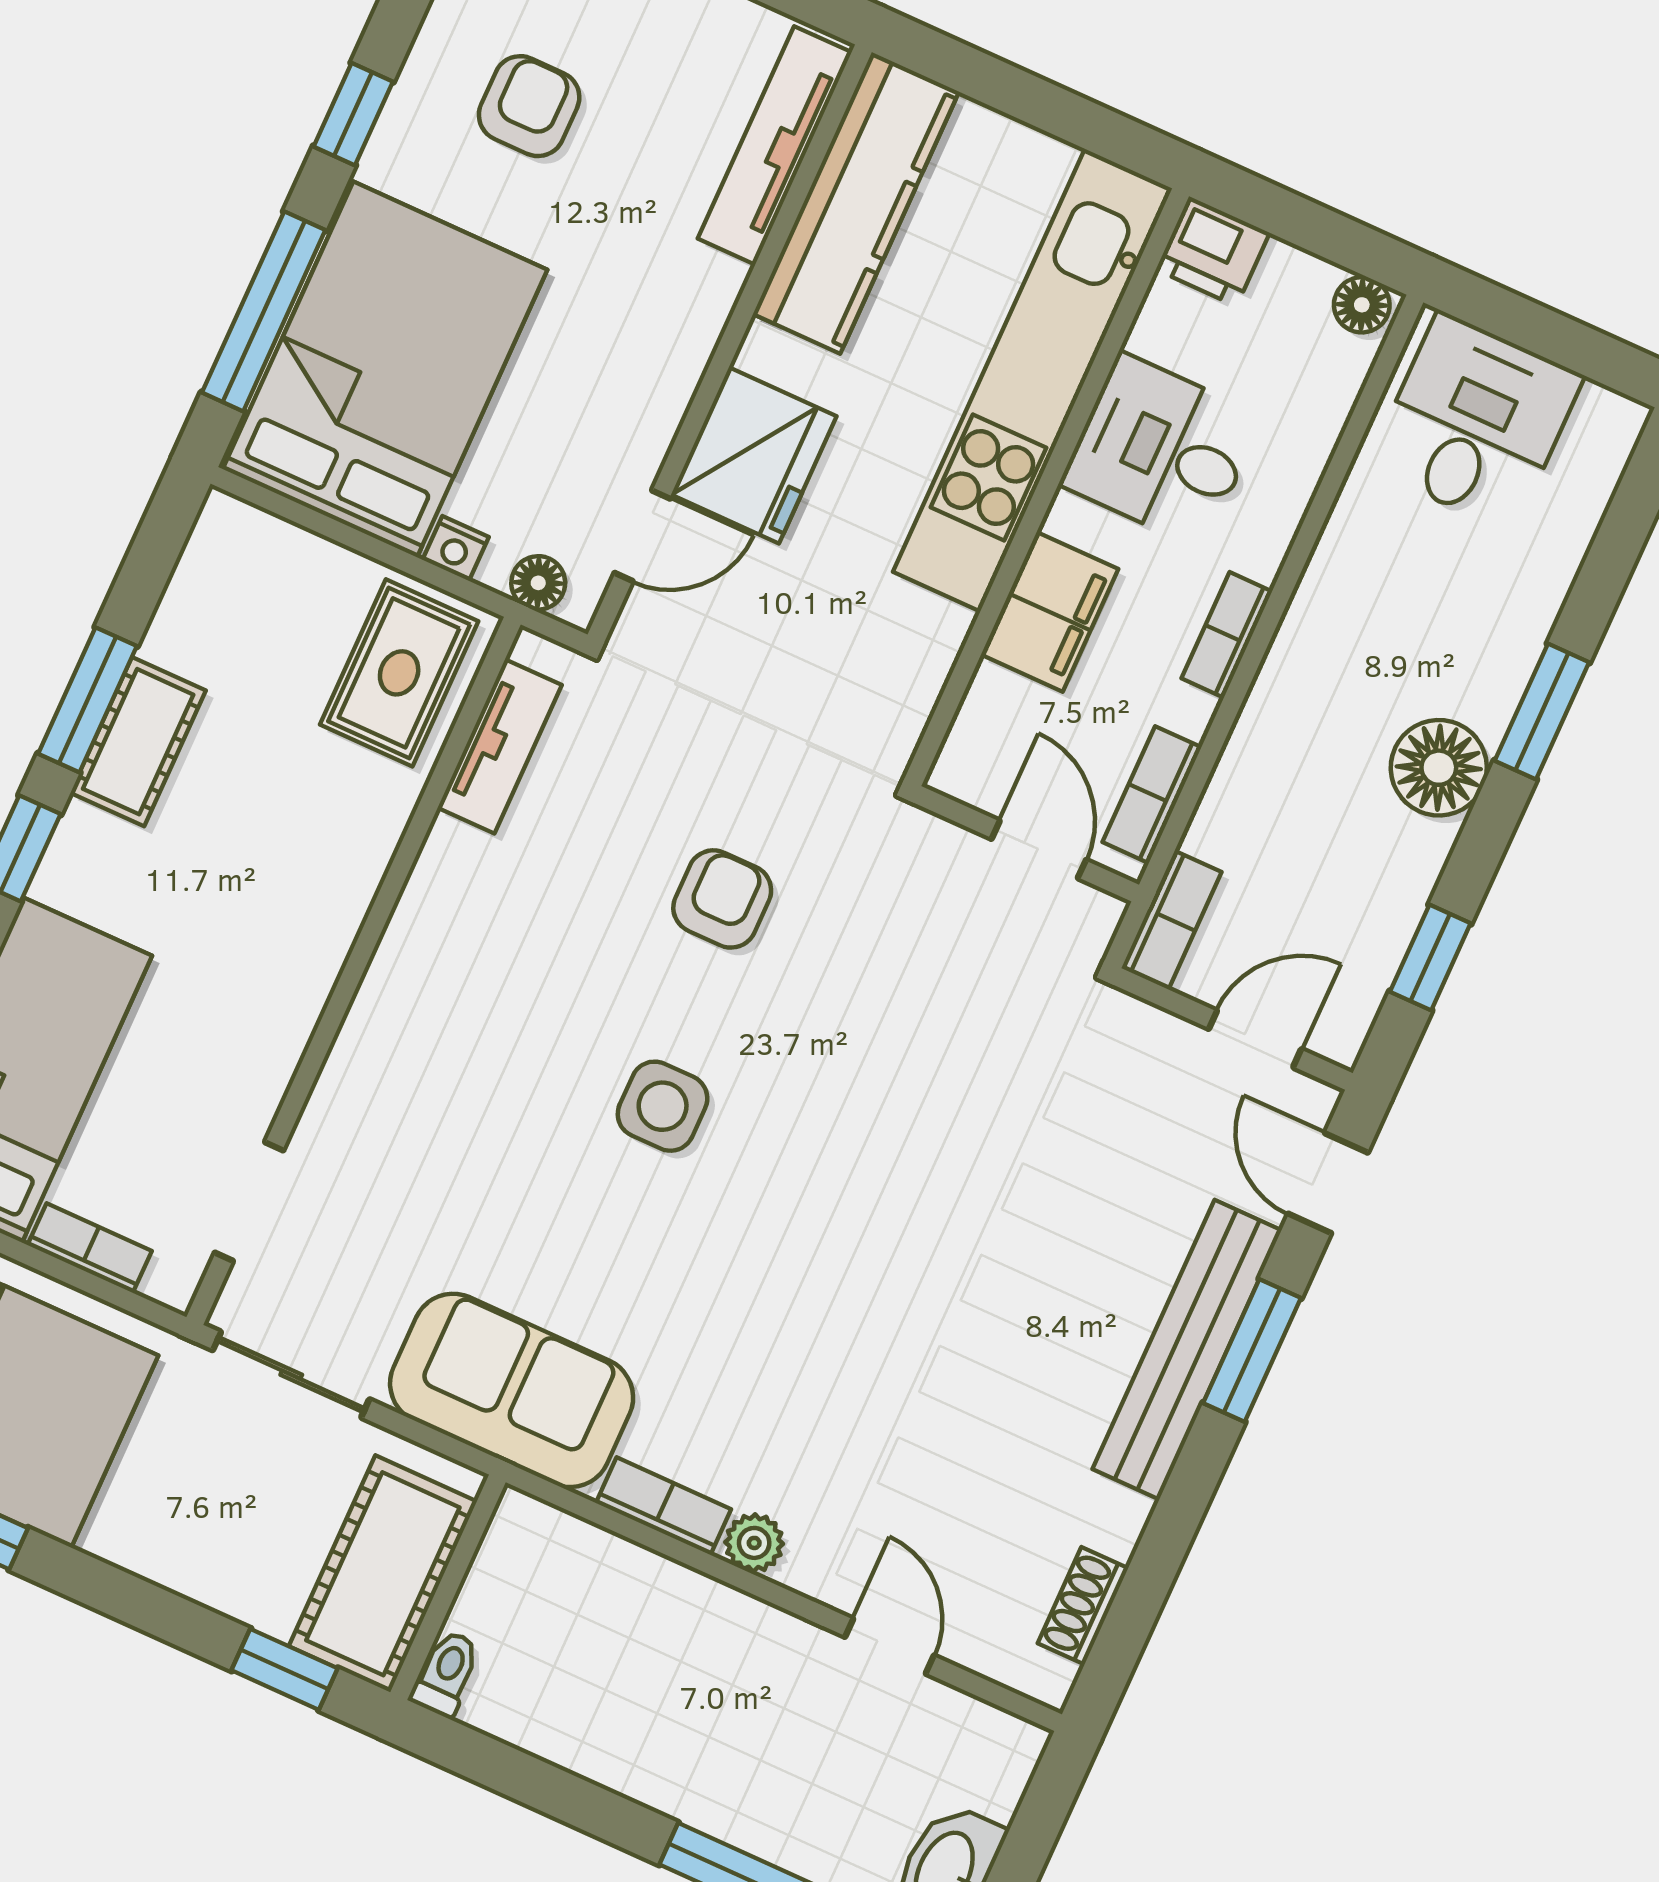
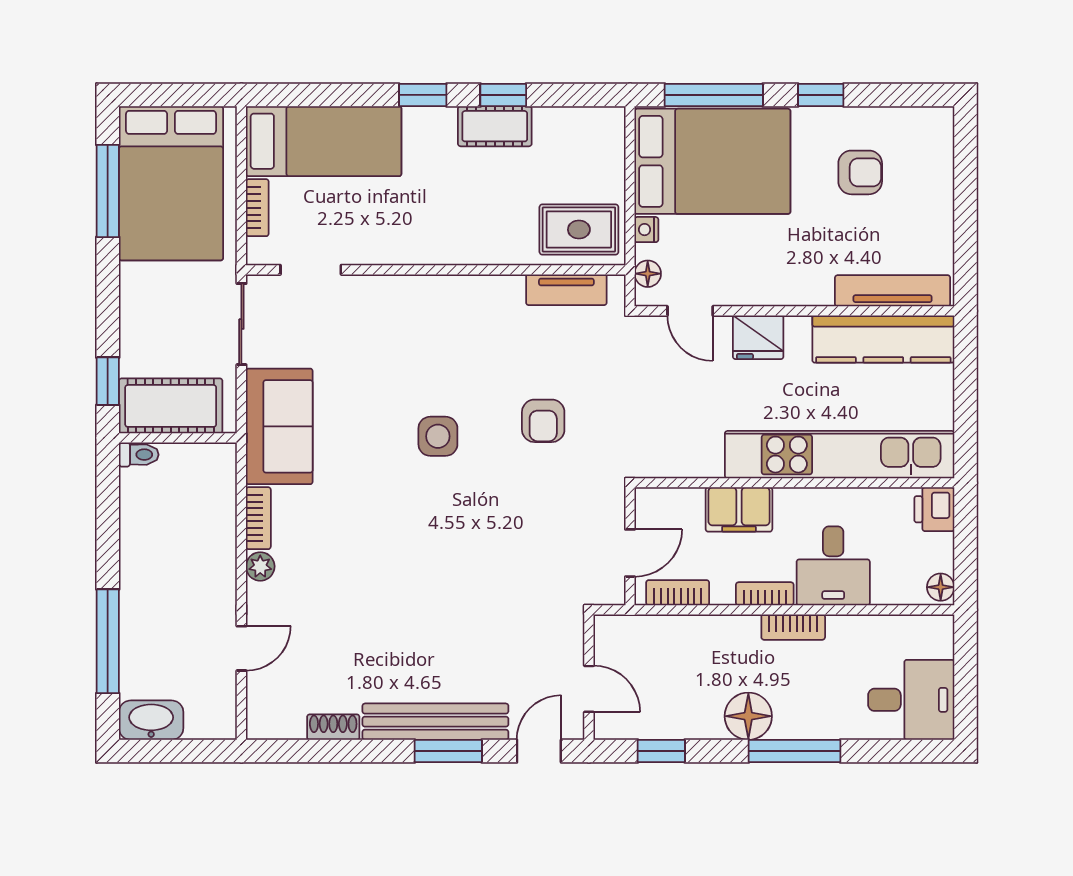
desk: (1476, 422) -> (911, 700), moved
desk: (1161, 450) -> (833, 566), moved, turned 180
fridge: (754, 455) -> (758, 337), width x0.73, depth x0.75
window: (87, 700) -> (503, 95), width x0.67
window: (1542, 711) -> (795, 751), width x1.44
armchair: (722, 899) -> (543, 421), turned 90
bookcase: (1171, 920) -> (793, 627), moved
shoe rack: (1083, 1606) -> (333, 727), moved

